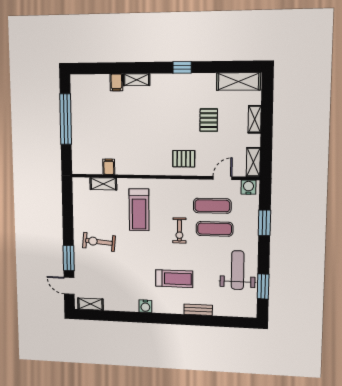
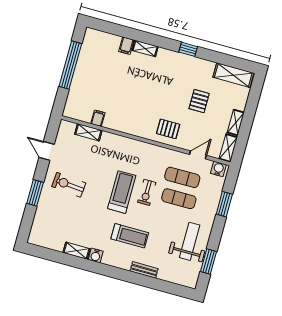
shelving: (255, 119) -> (236, 122), moved
treadmill: (139, 210) -> (122, 192), moved, turned 180
door: (69, 286) -> (47, 151), moved
shelving: (90, 304) -> (77, 251), moved

